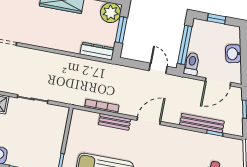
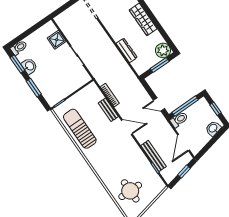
dresser: (97, 51) -> (127, 50), moved
washbasin: (233, 54) -> (213, 128), moved
door: (158, 68) -> (159, 104), swing flipped
door: (218, 82) -> (184, 143), hinge flipped

